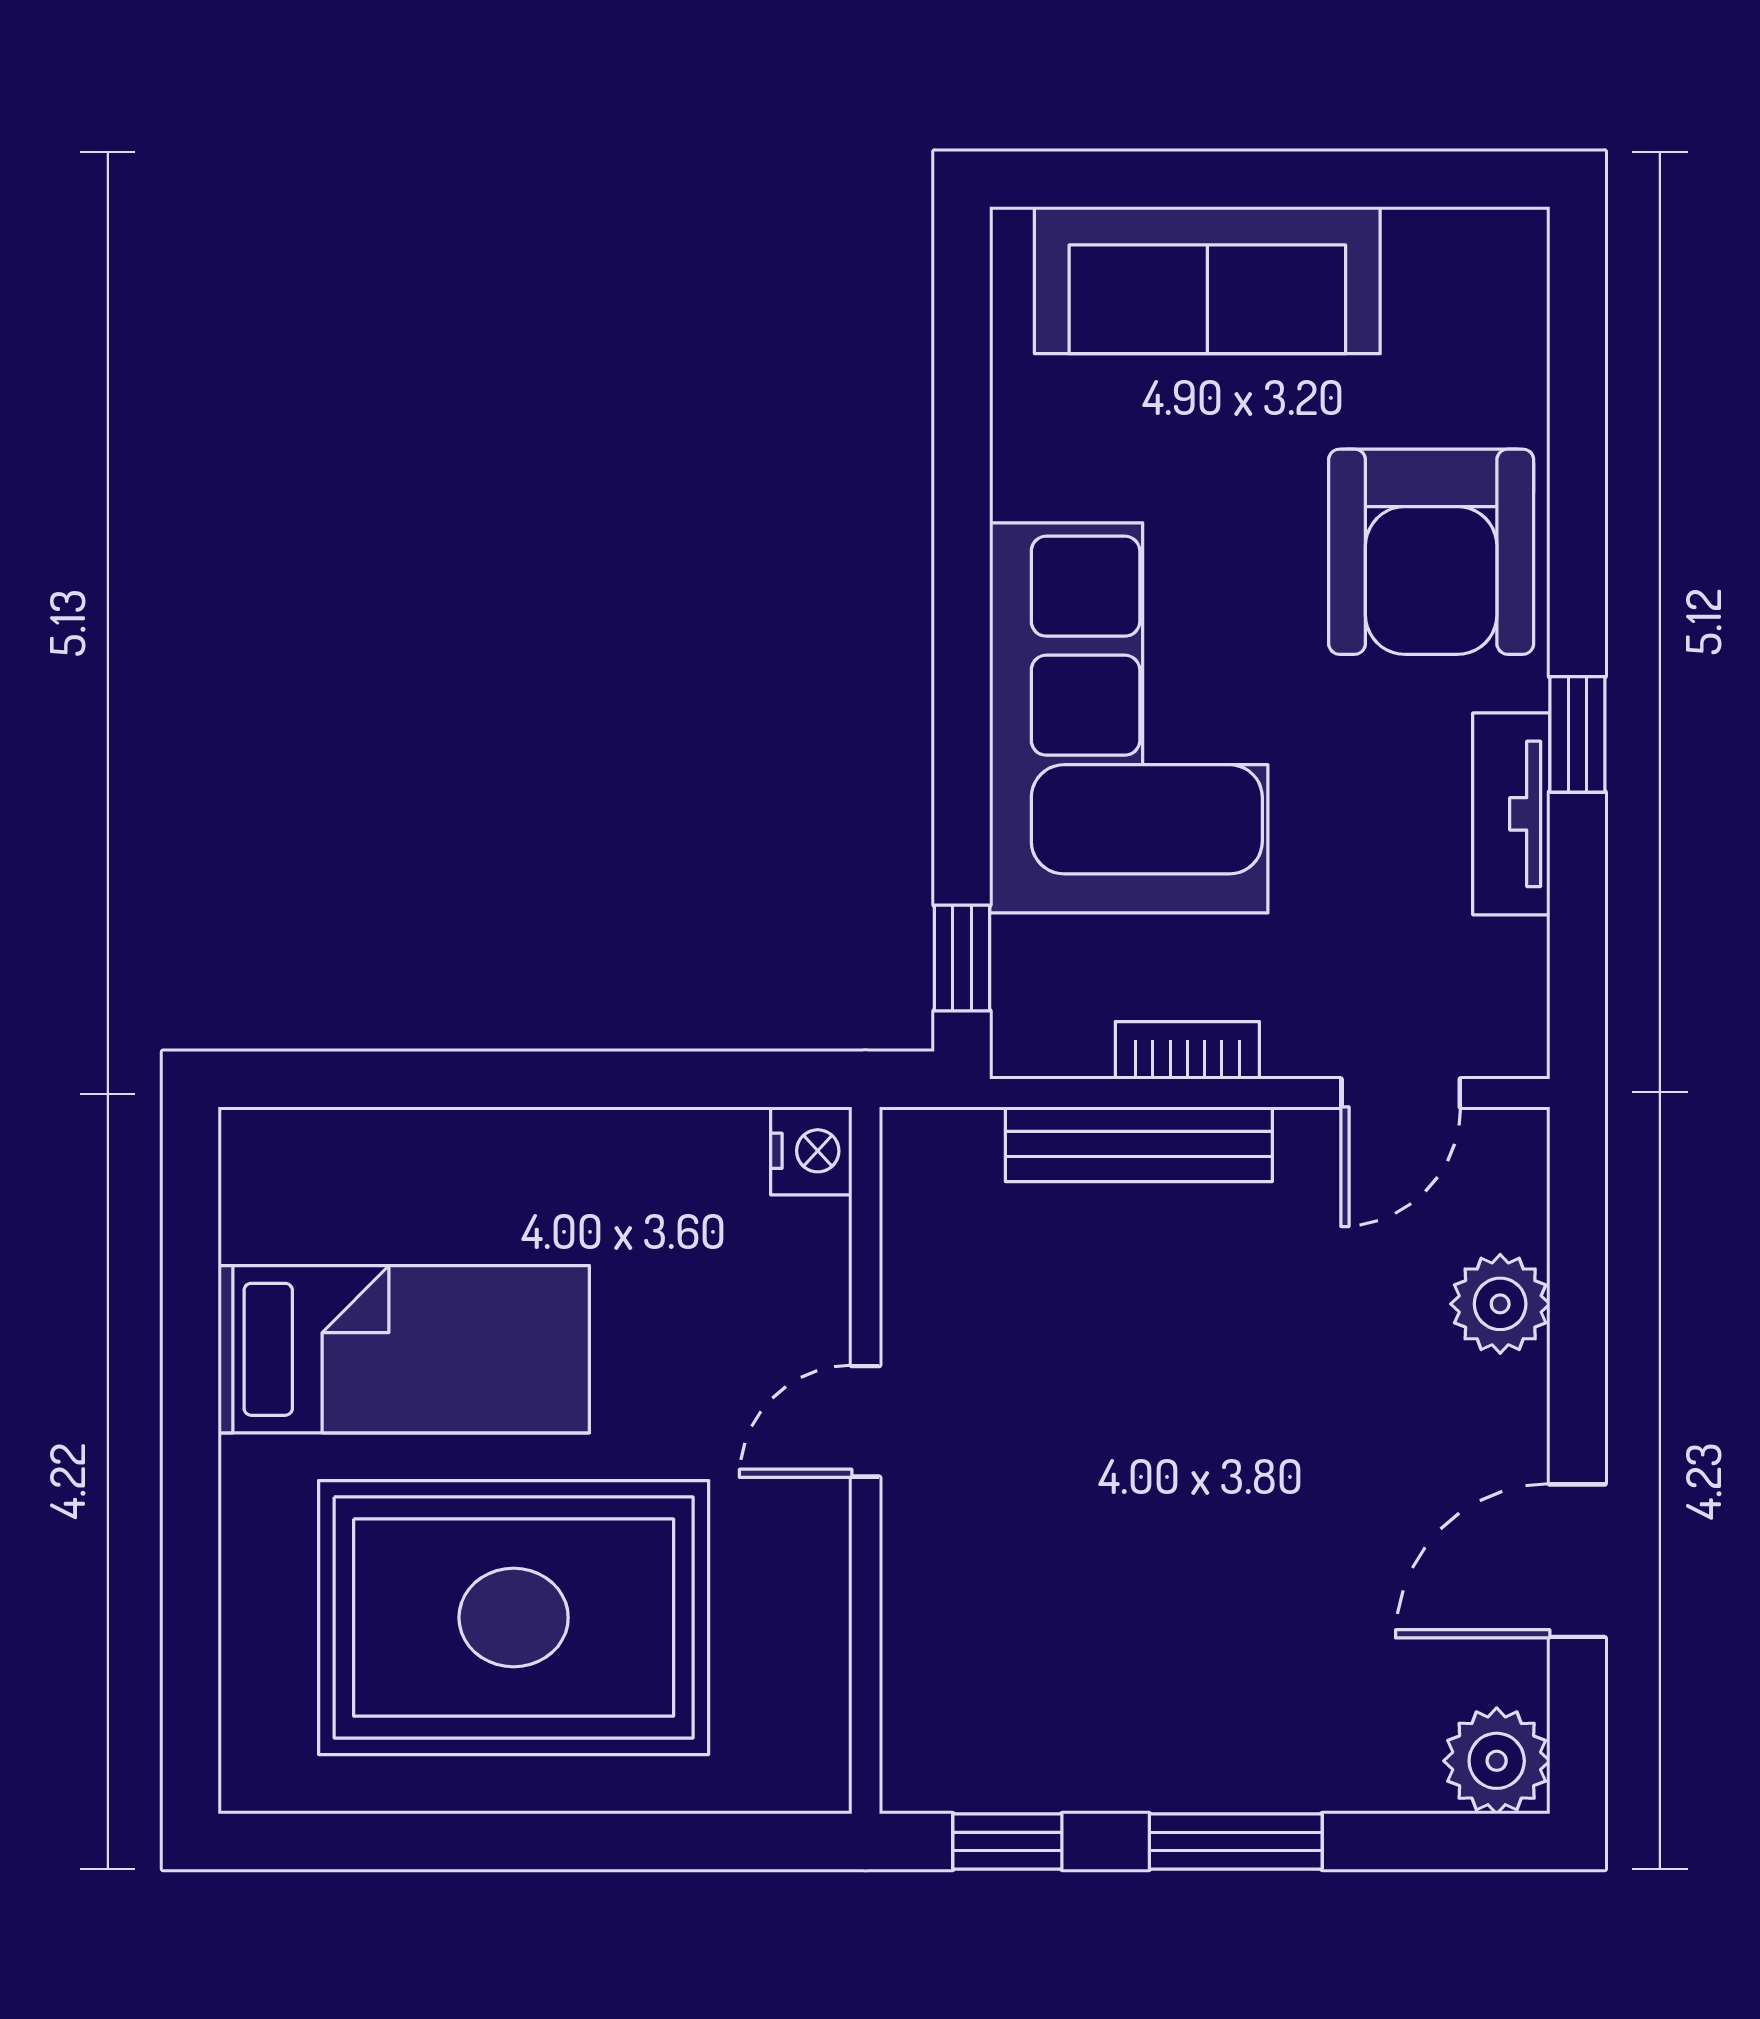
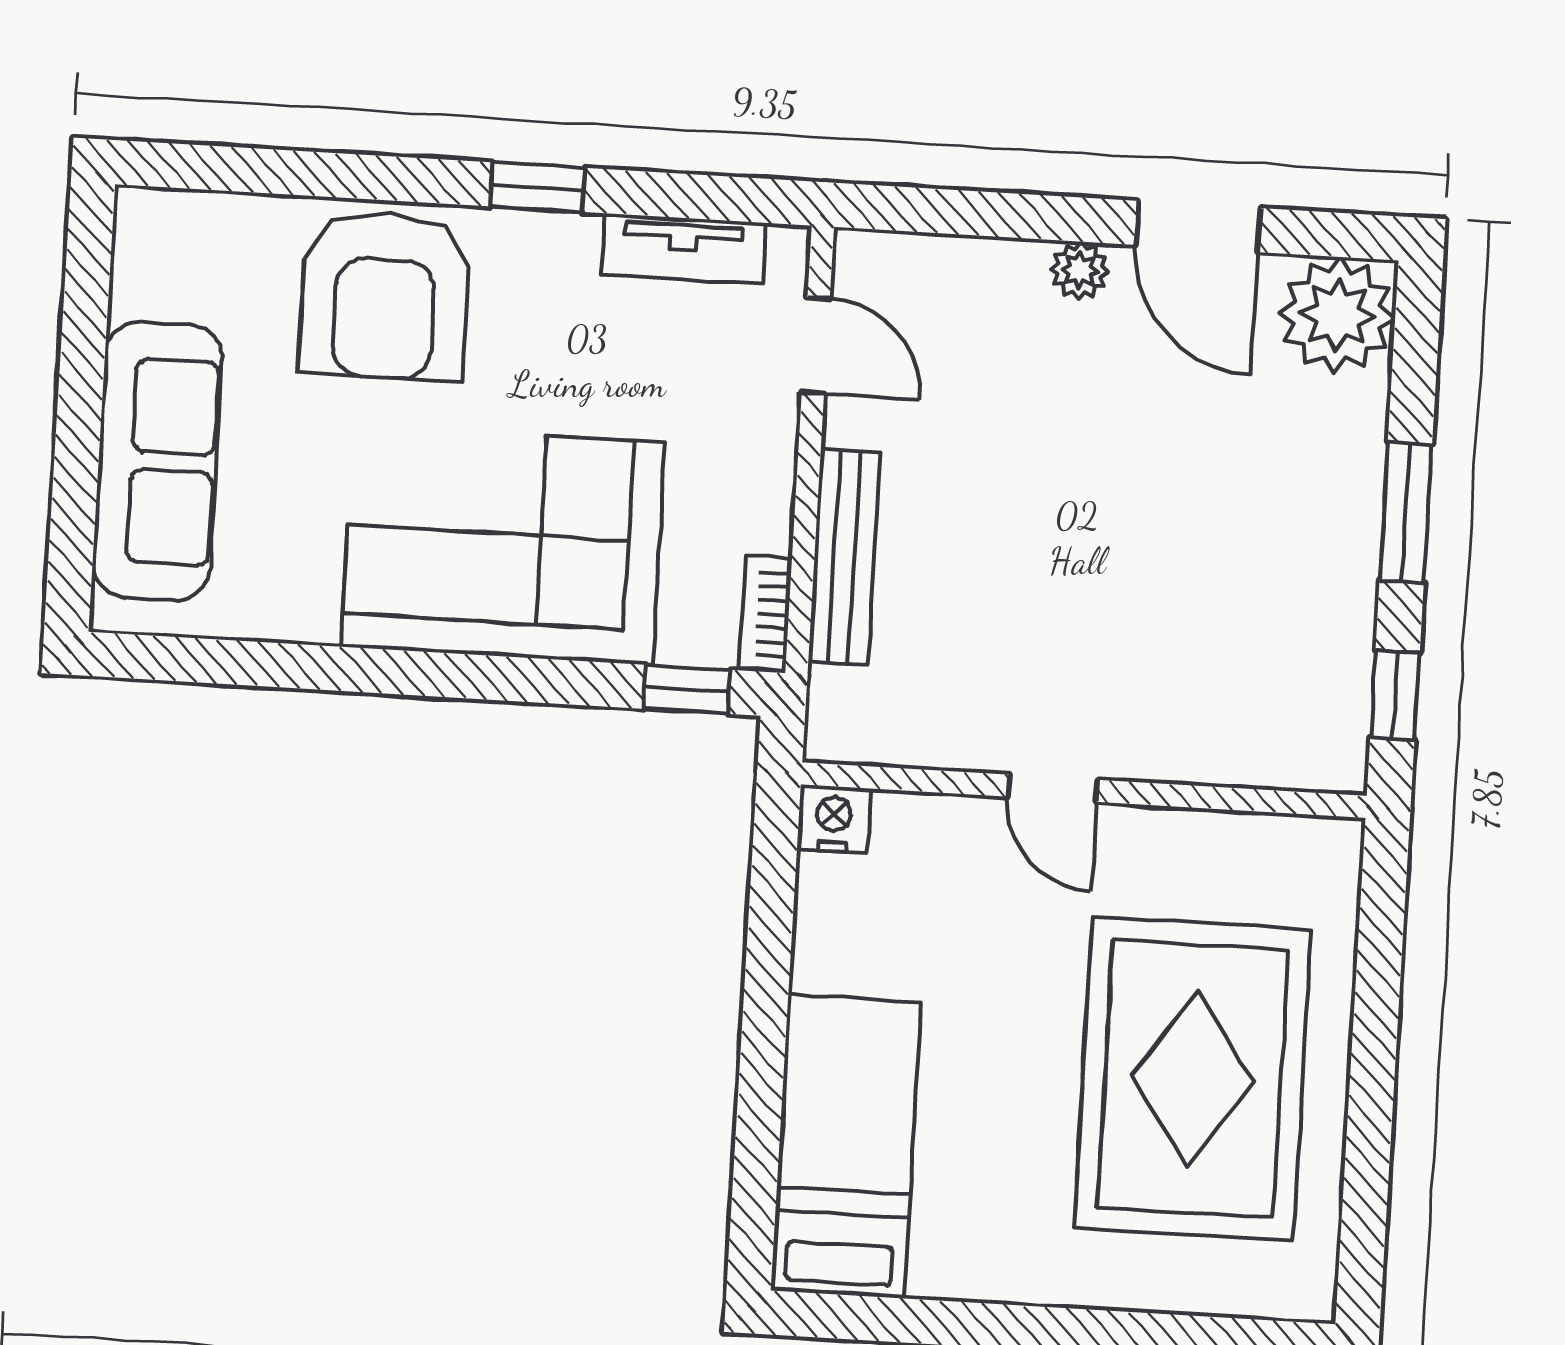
armchair: (1431, 552) -> (385, 295), turned 90
tv unit: (1511, 814) -> (683, 249), moved
bookcase: (1187, 1050) -> (766, 614), moved
plant: (1500, 1304) -> (1080, 270), moved, width x0.73, depth x0.73
bed: (404, 1349) -> (846, 1146), moved
plant: (1497, 1761) -> (1337, 315), width x1.36, depth x1.36

